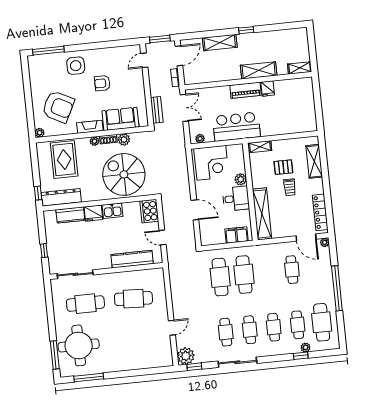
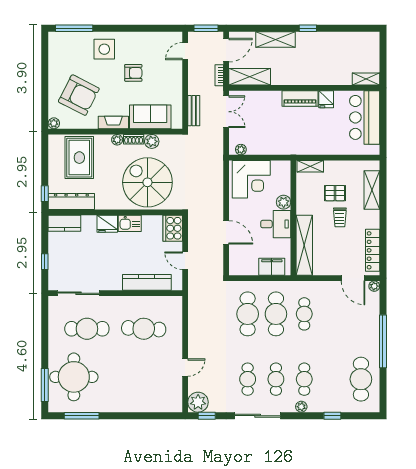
shelving: (259, 70) -> (250, 77), moved
armchair: (102, 83) -> (133, 73), turned 180
bar counter: (236, 127) -> (365, 117), moved, turned -90
kitchen counter: (70, 215) -> (64, 223), moved
cafe table: (292, 270) -> (304, 314), moved
cafe table: (298, 325) -> (333, 379), removed
plant: (306, 347) -> (301, 407), moved

